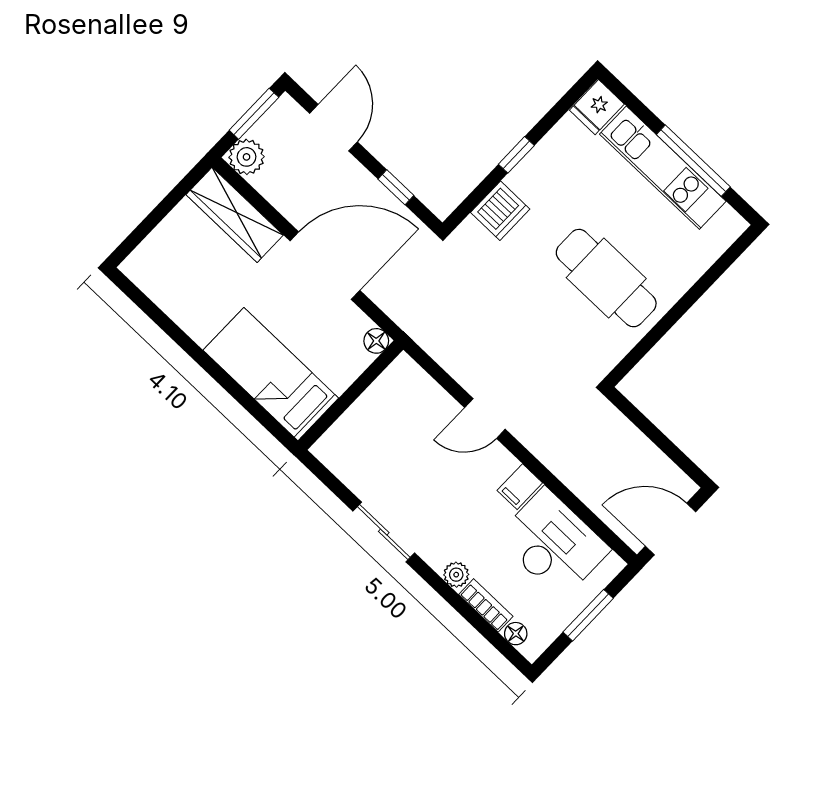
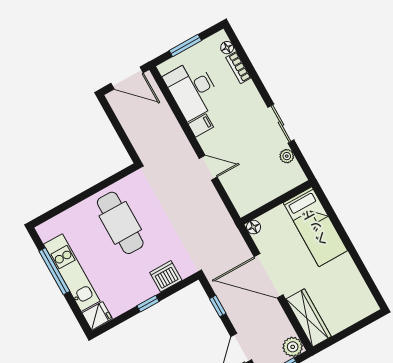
plant: (456, 575) -> (287, 156), moved

